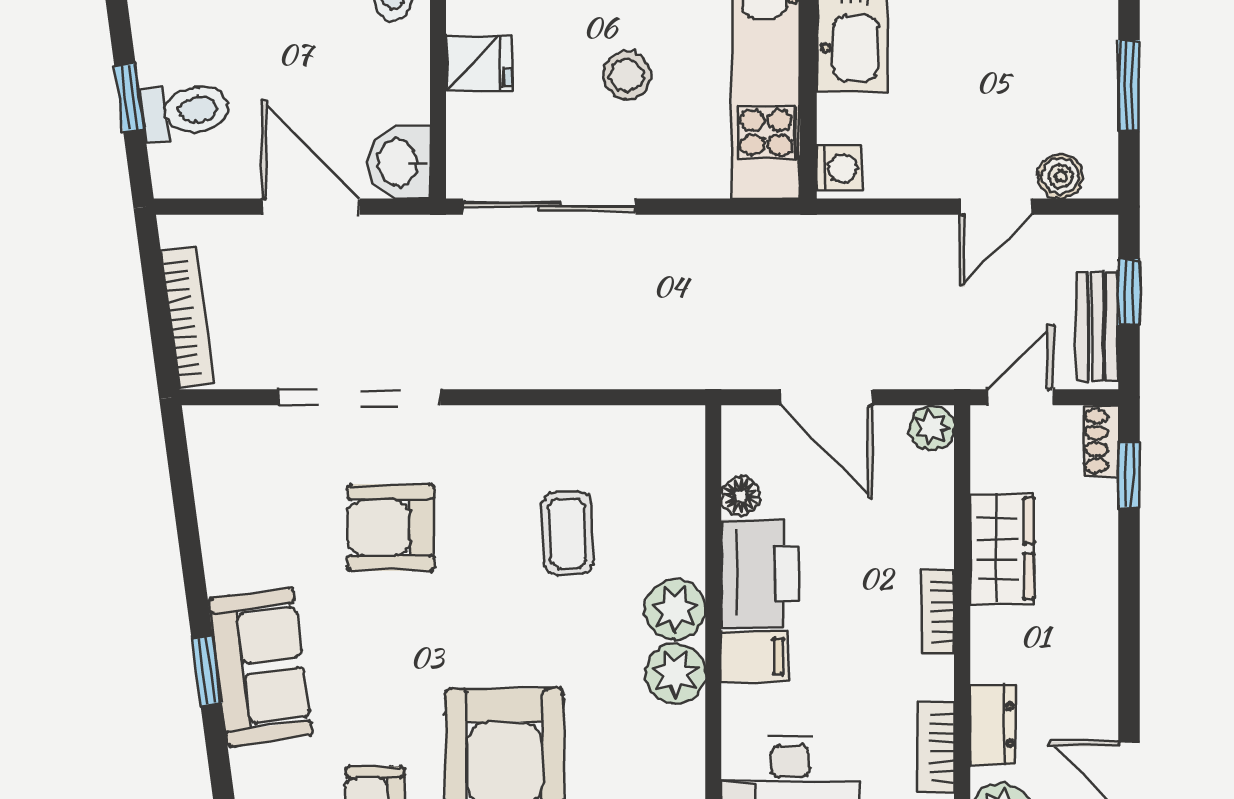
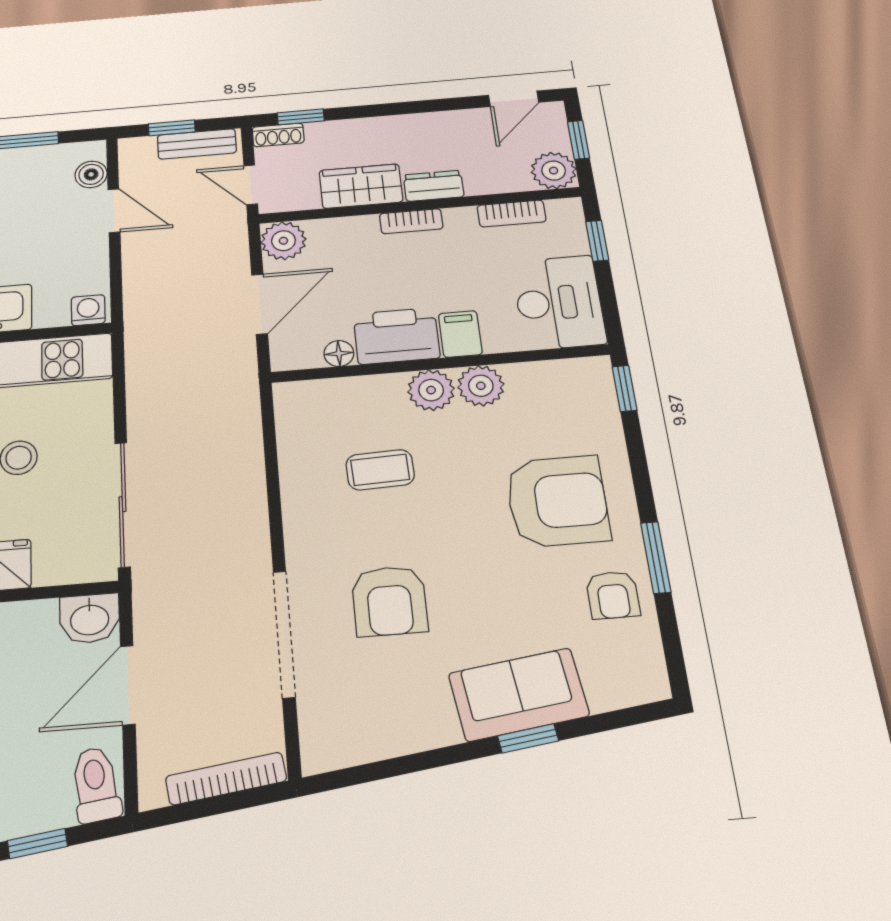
toilet: (186, 111) -> (96, 784), moved
plant: (932, 428) -> (283, 241), width x1.38, depth x1.38
dresser: (992, 725) -> (434, 186), moved

